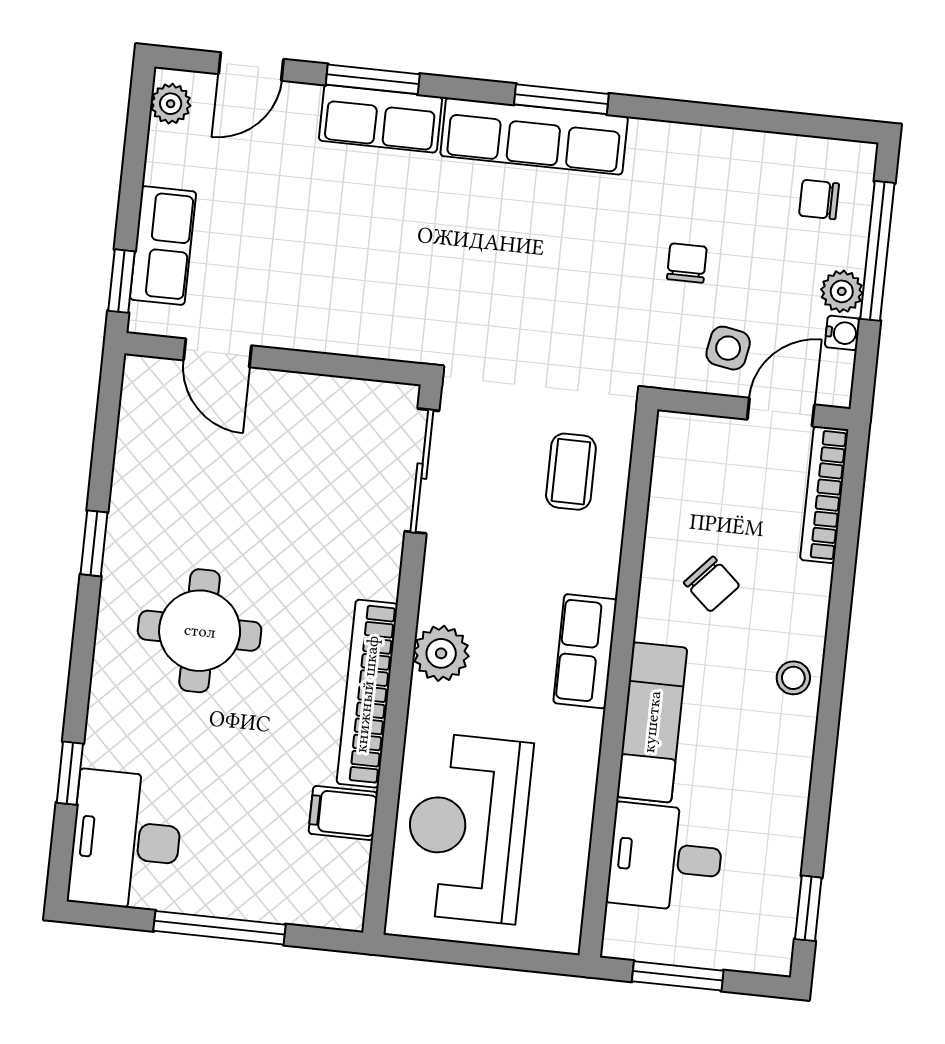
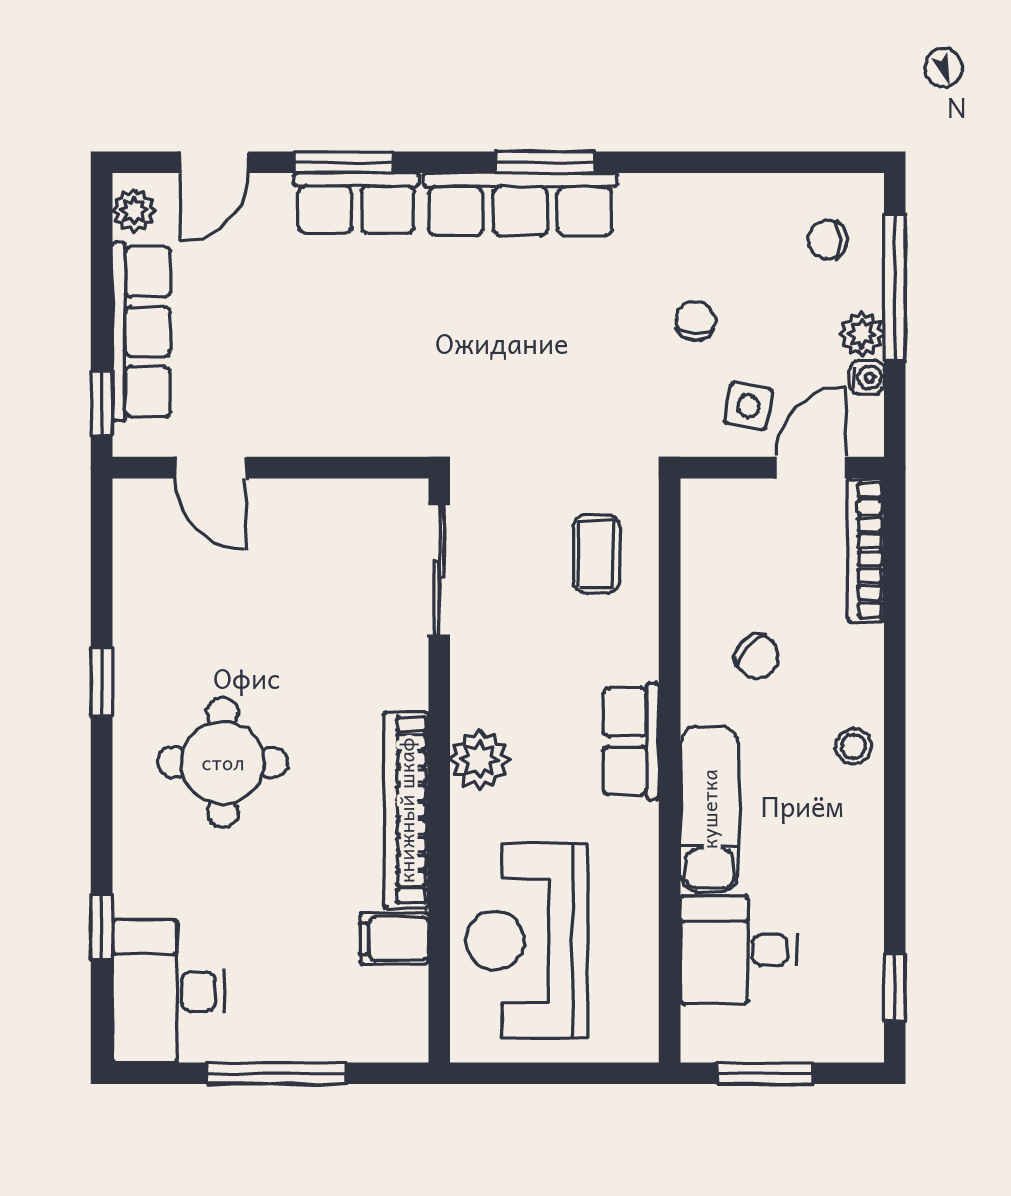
row of seats: (163, 246) -> (141, 332), width x1.48

